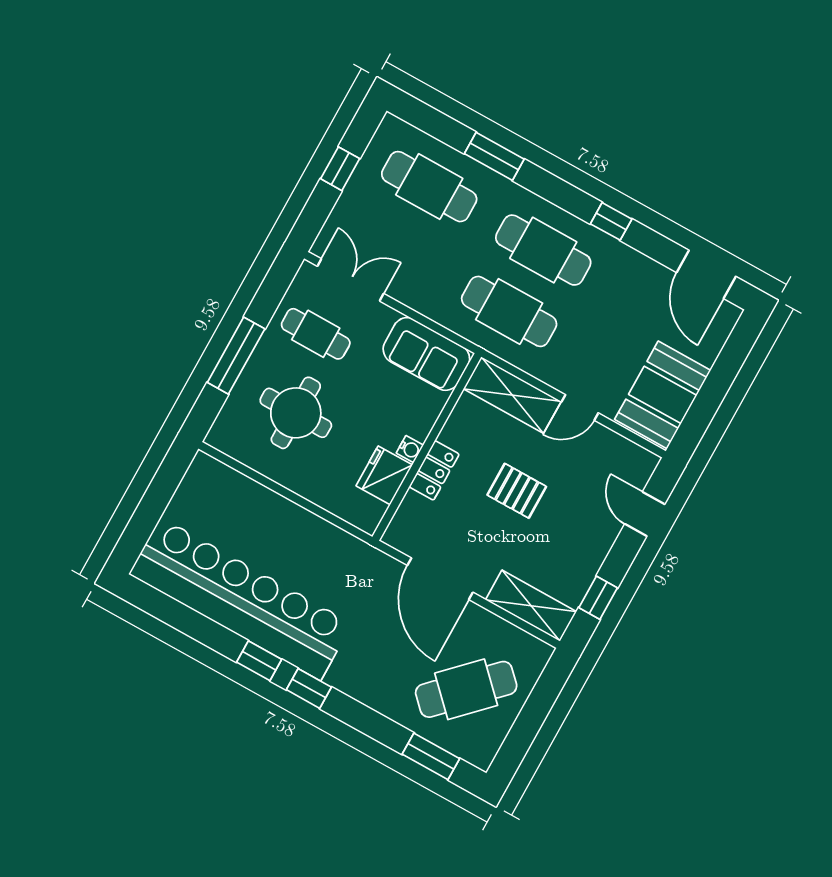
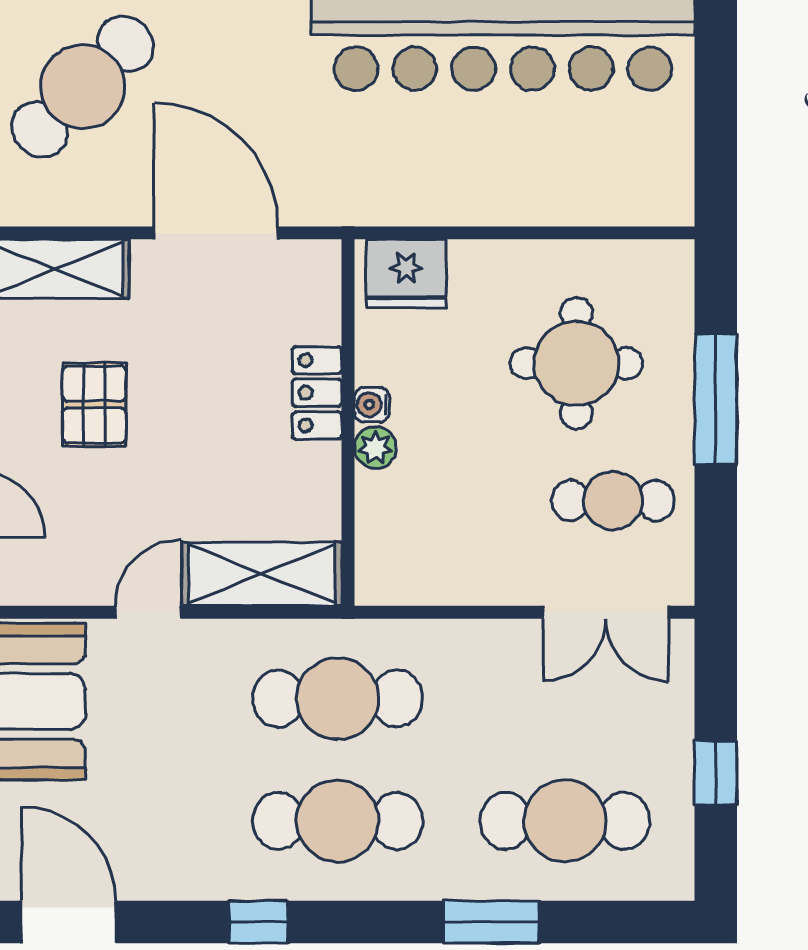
sofa: (426, 354) -> (427, 564), removed
plant: (420, 427) -> (375, 447), added
fridge: (384, 475) -> (406, 274), moved, turned 90
pallet: (517, 491) -> (94, 405), moved, turned 90

